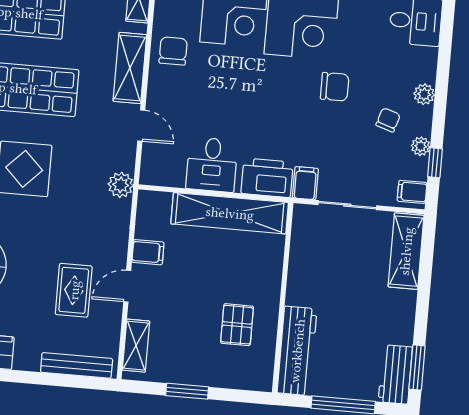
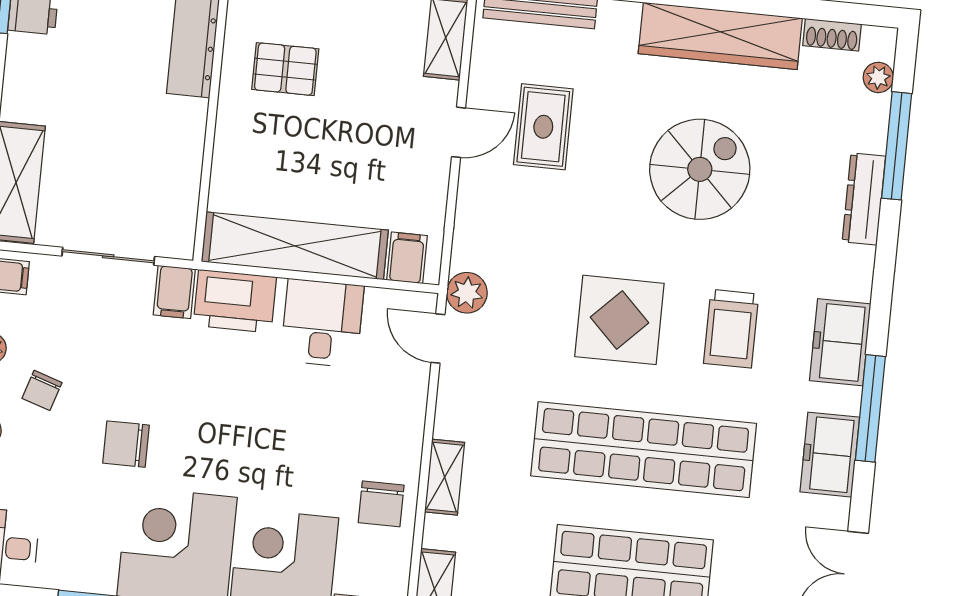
shelving: (130, 68) -> (445, 477), width x0.67, depth x0.75
door: (141, 126) -> (438, 338), moved
filing cabinet: (148, 252) -> (407, 258), moved, turned 90
pallet: (237, 325) -> (285, 69), turned 90

